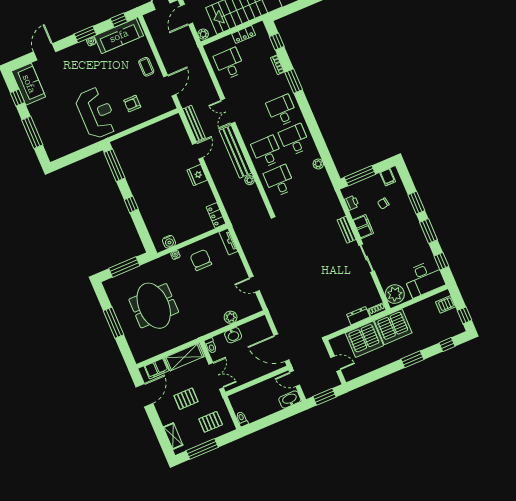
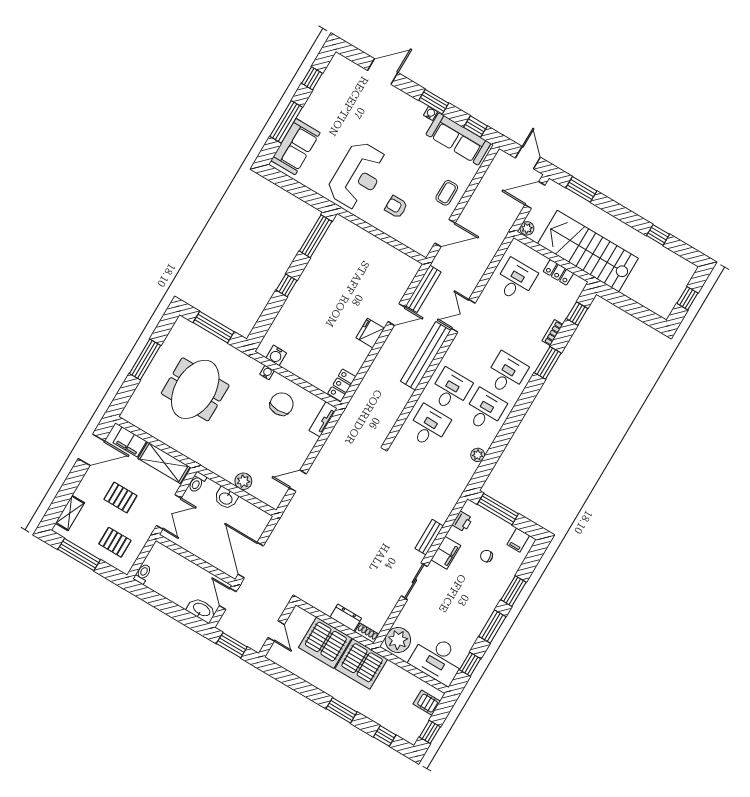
sofa: (29, 84) -> (296, 147), moved
plant: (250, 180) -> (406, 394), removed
door: (254, 284) -> (298, 481), hinge flipped

